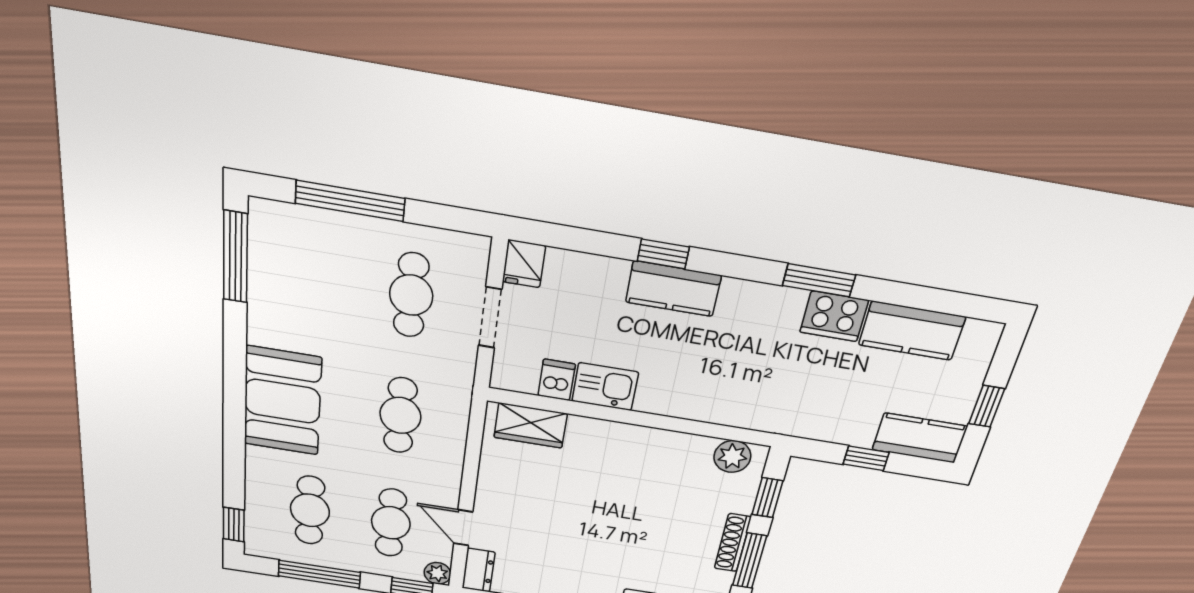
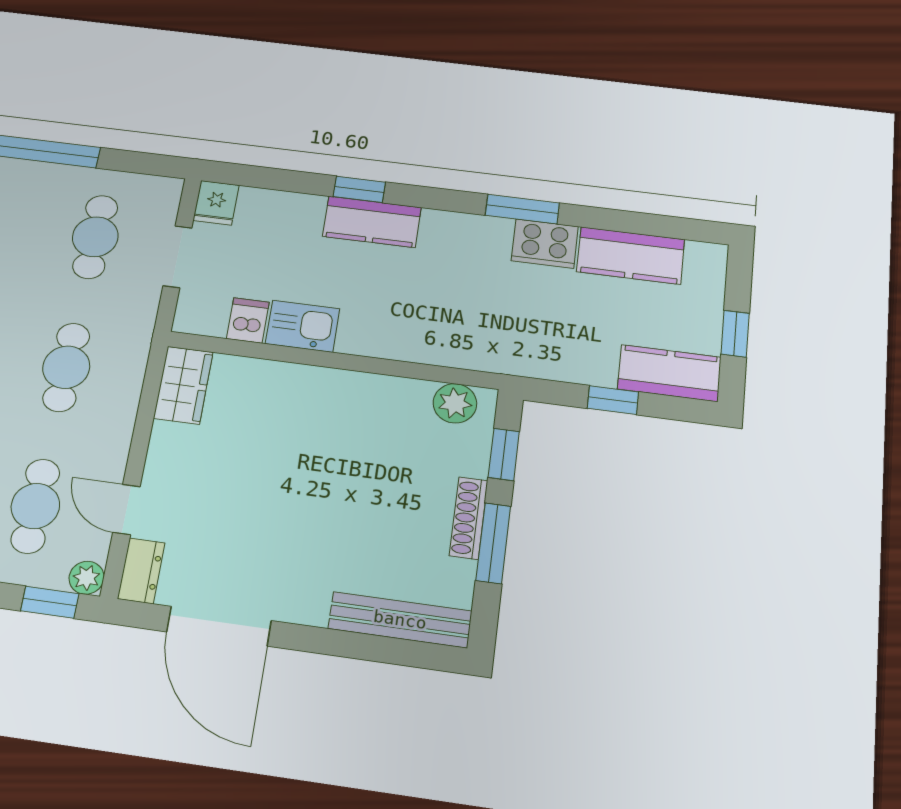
wardrobe: (531, 425) -> (183, 385), moved, turned -90

